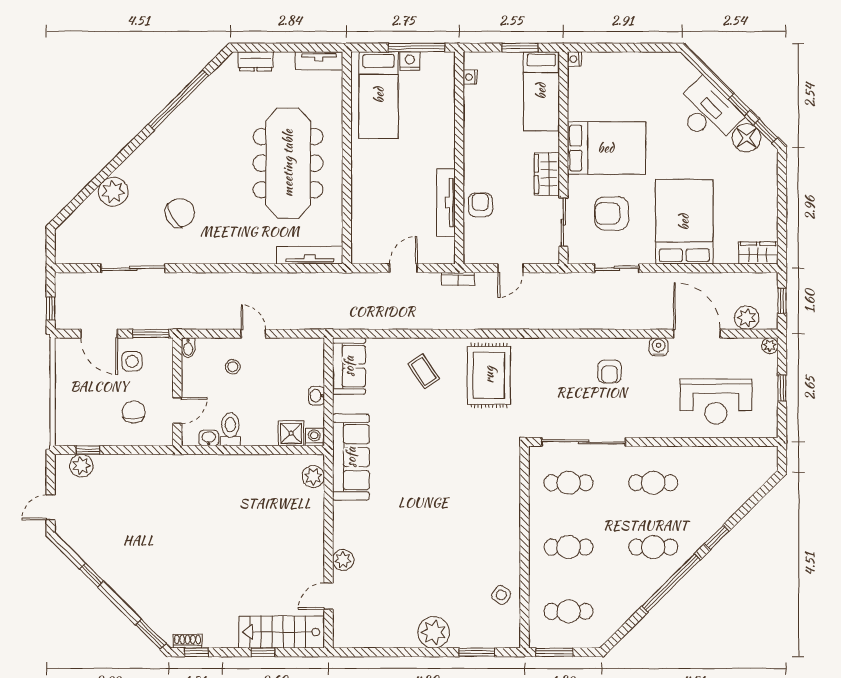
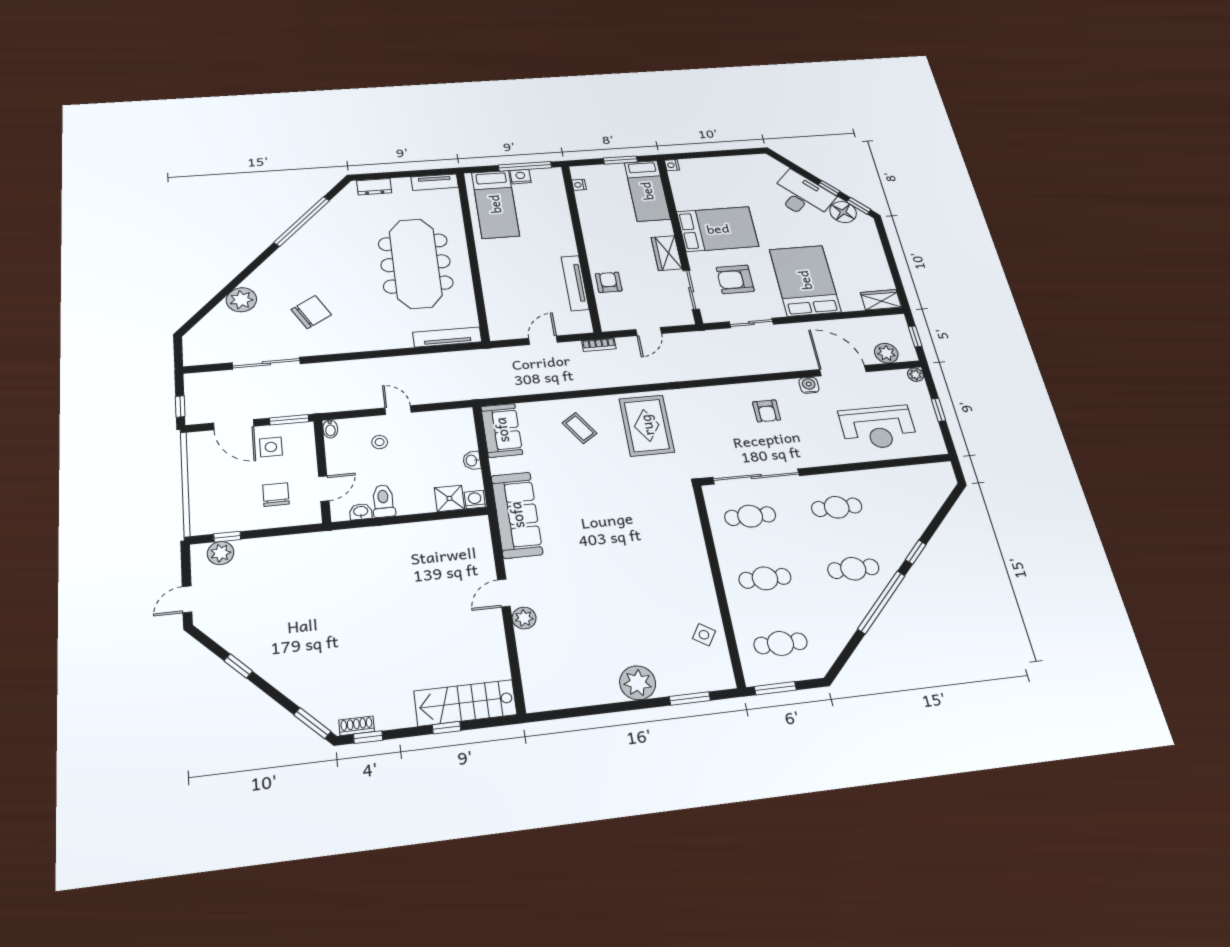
plant: (313, 476) -> (479, 538), removed
door: (328, 596) -> (504, 593), moved

